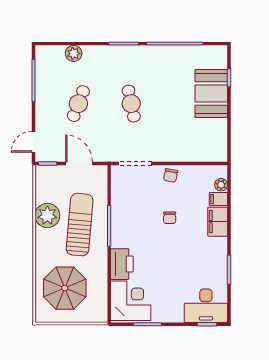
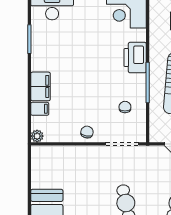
plant: (221, 185) -> (37, 136), moved
chair: (170, 218) -> (125, 107), moved
printer: (122, 264) -> (135, 58), moved

